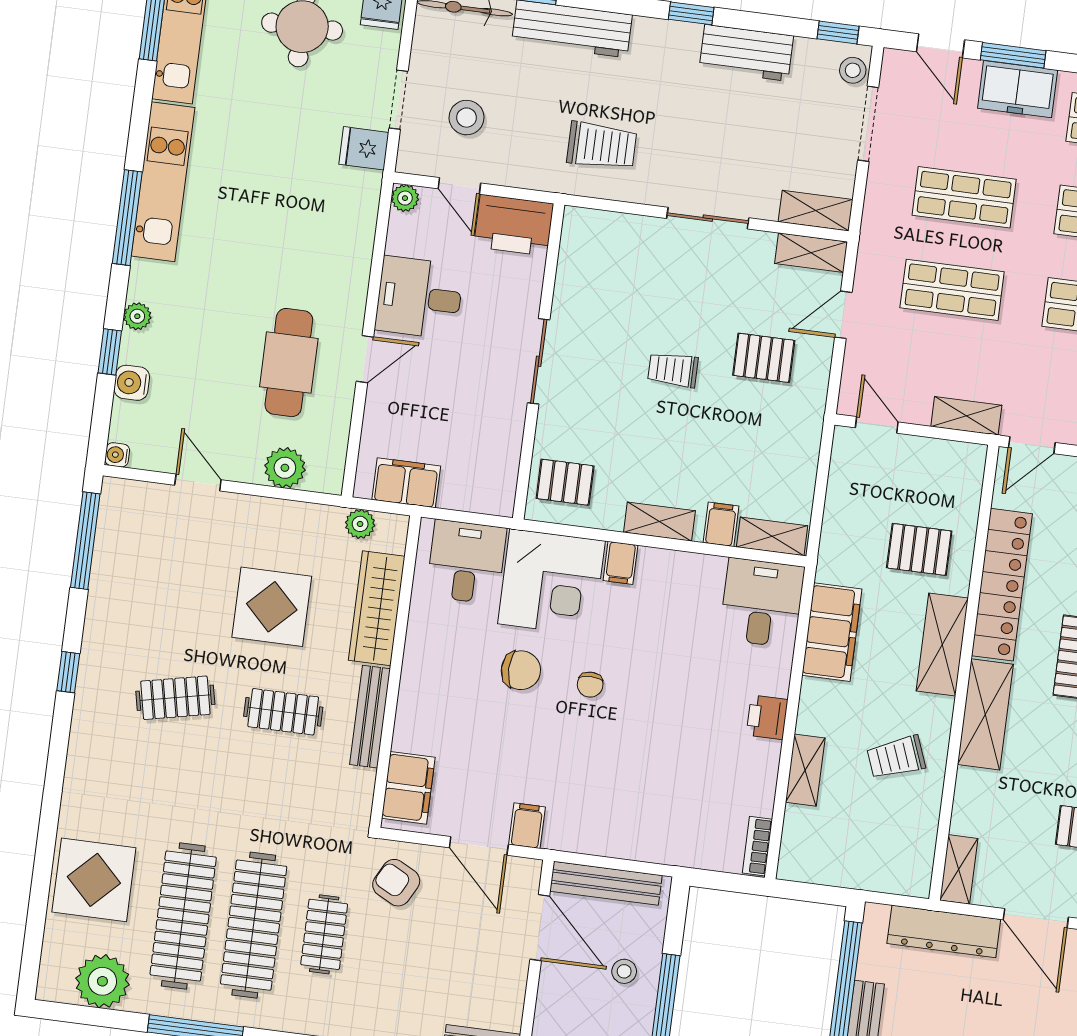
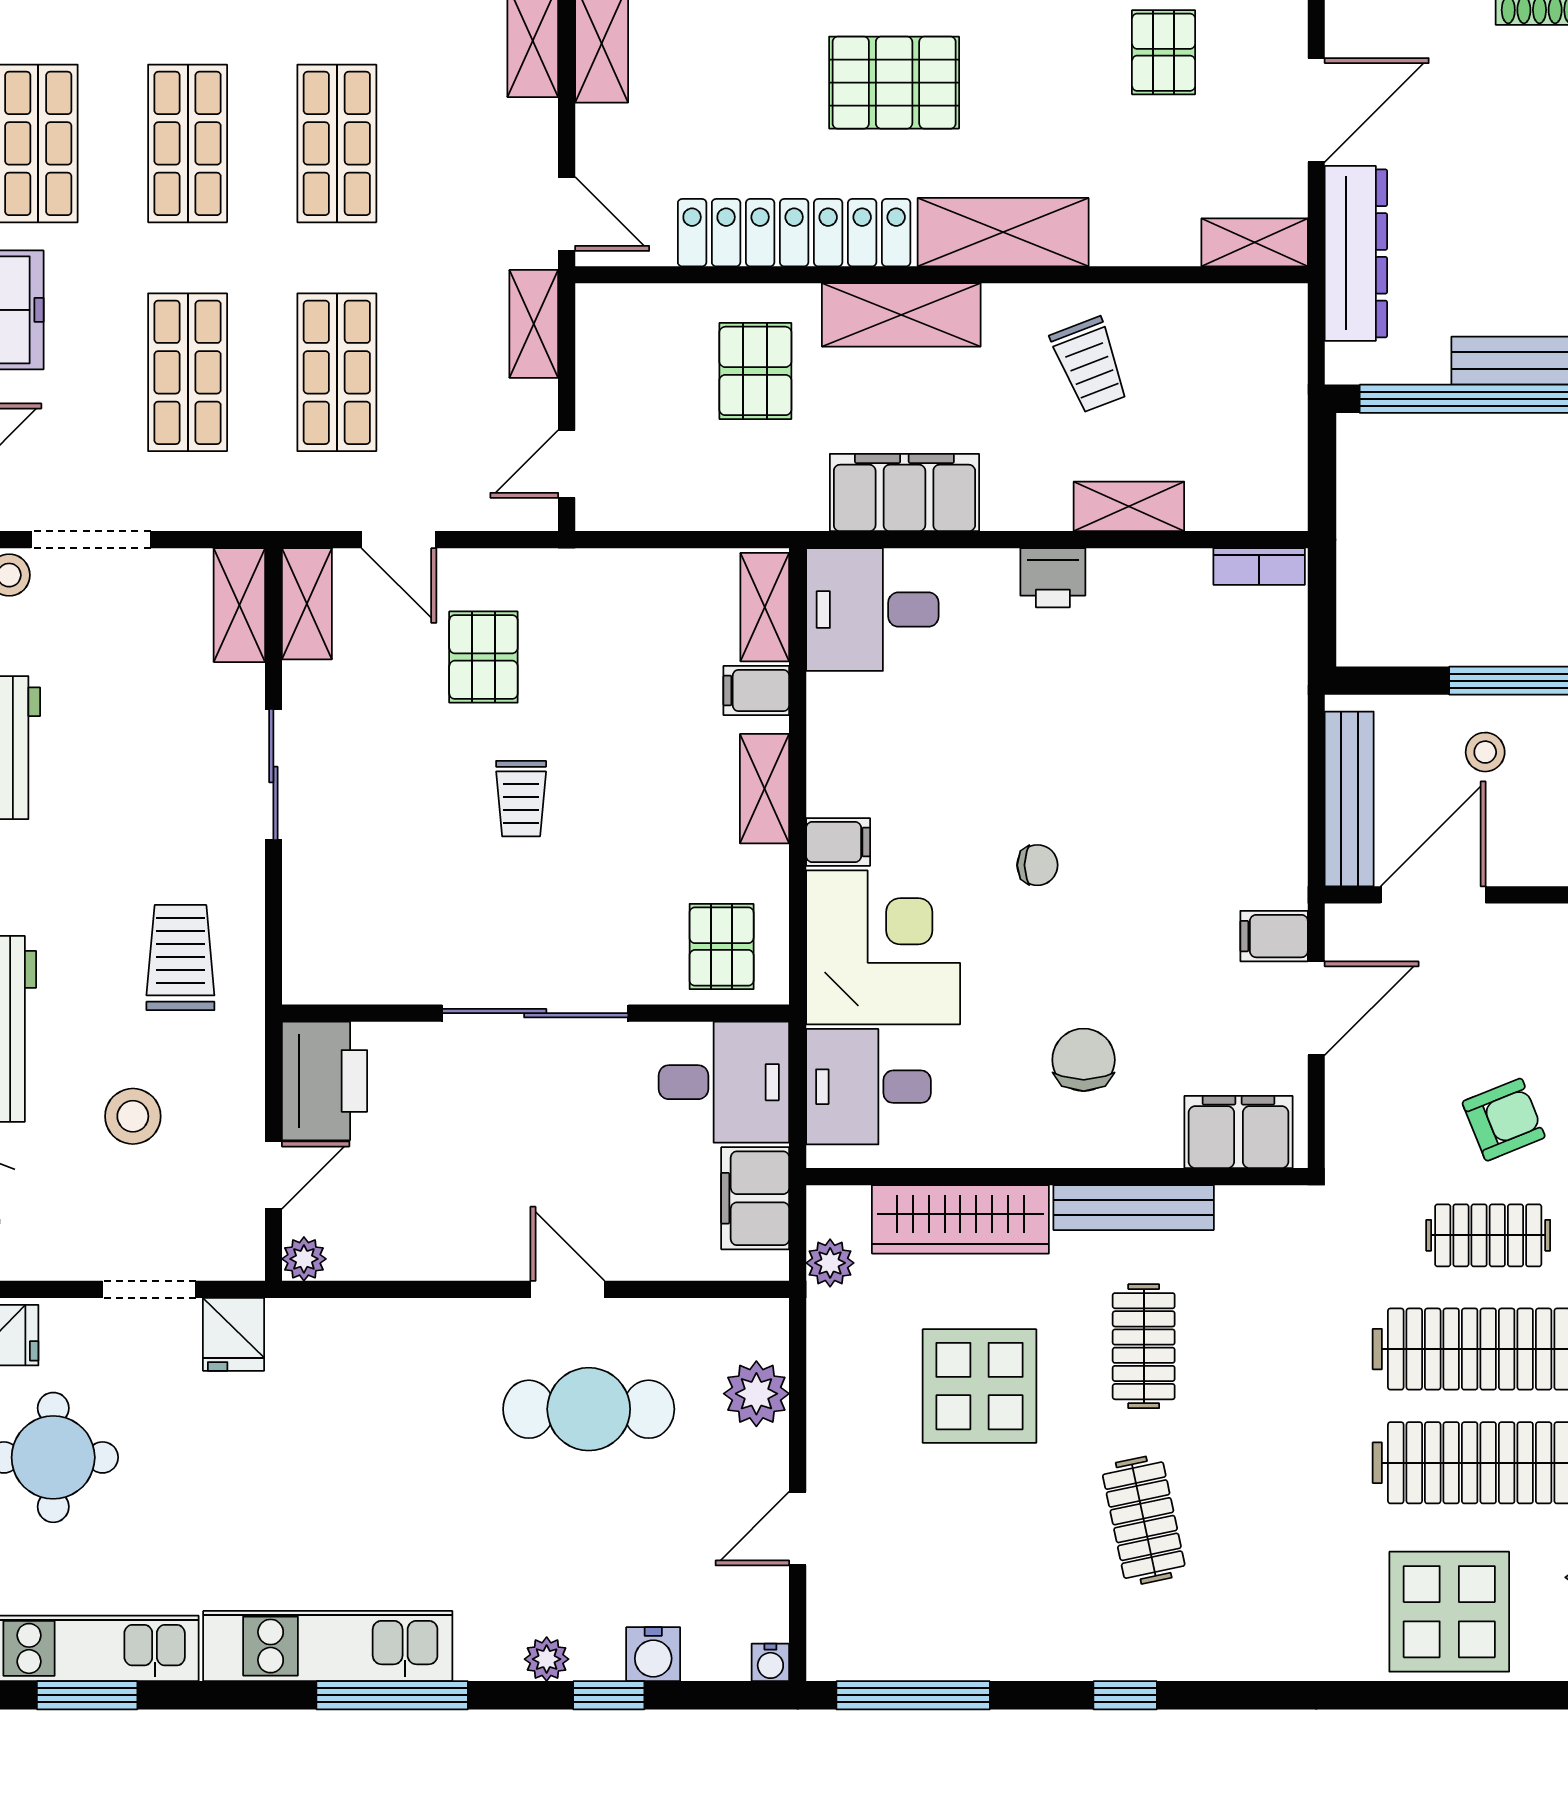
stool: (467, 118) -> (133, 1116), moved
desk: (419, 298) -> (724, 1082), moved, turned -90
sliding door: (539, 361) -> (535, 1013), width x1.37
chair: (521, 670) -> (1084, 1060), moved
armchair: (396, 883) -> (1504, 1120), moved, turned -140

